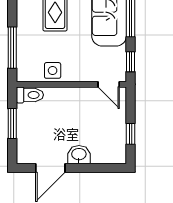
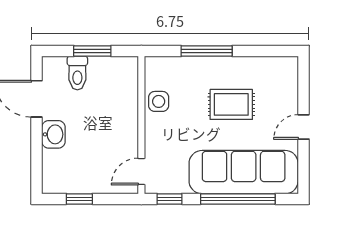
window: (12, 48) -> (207, 51), moved
toilet: (30, 95) -> (77, 73), moved

